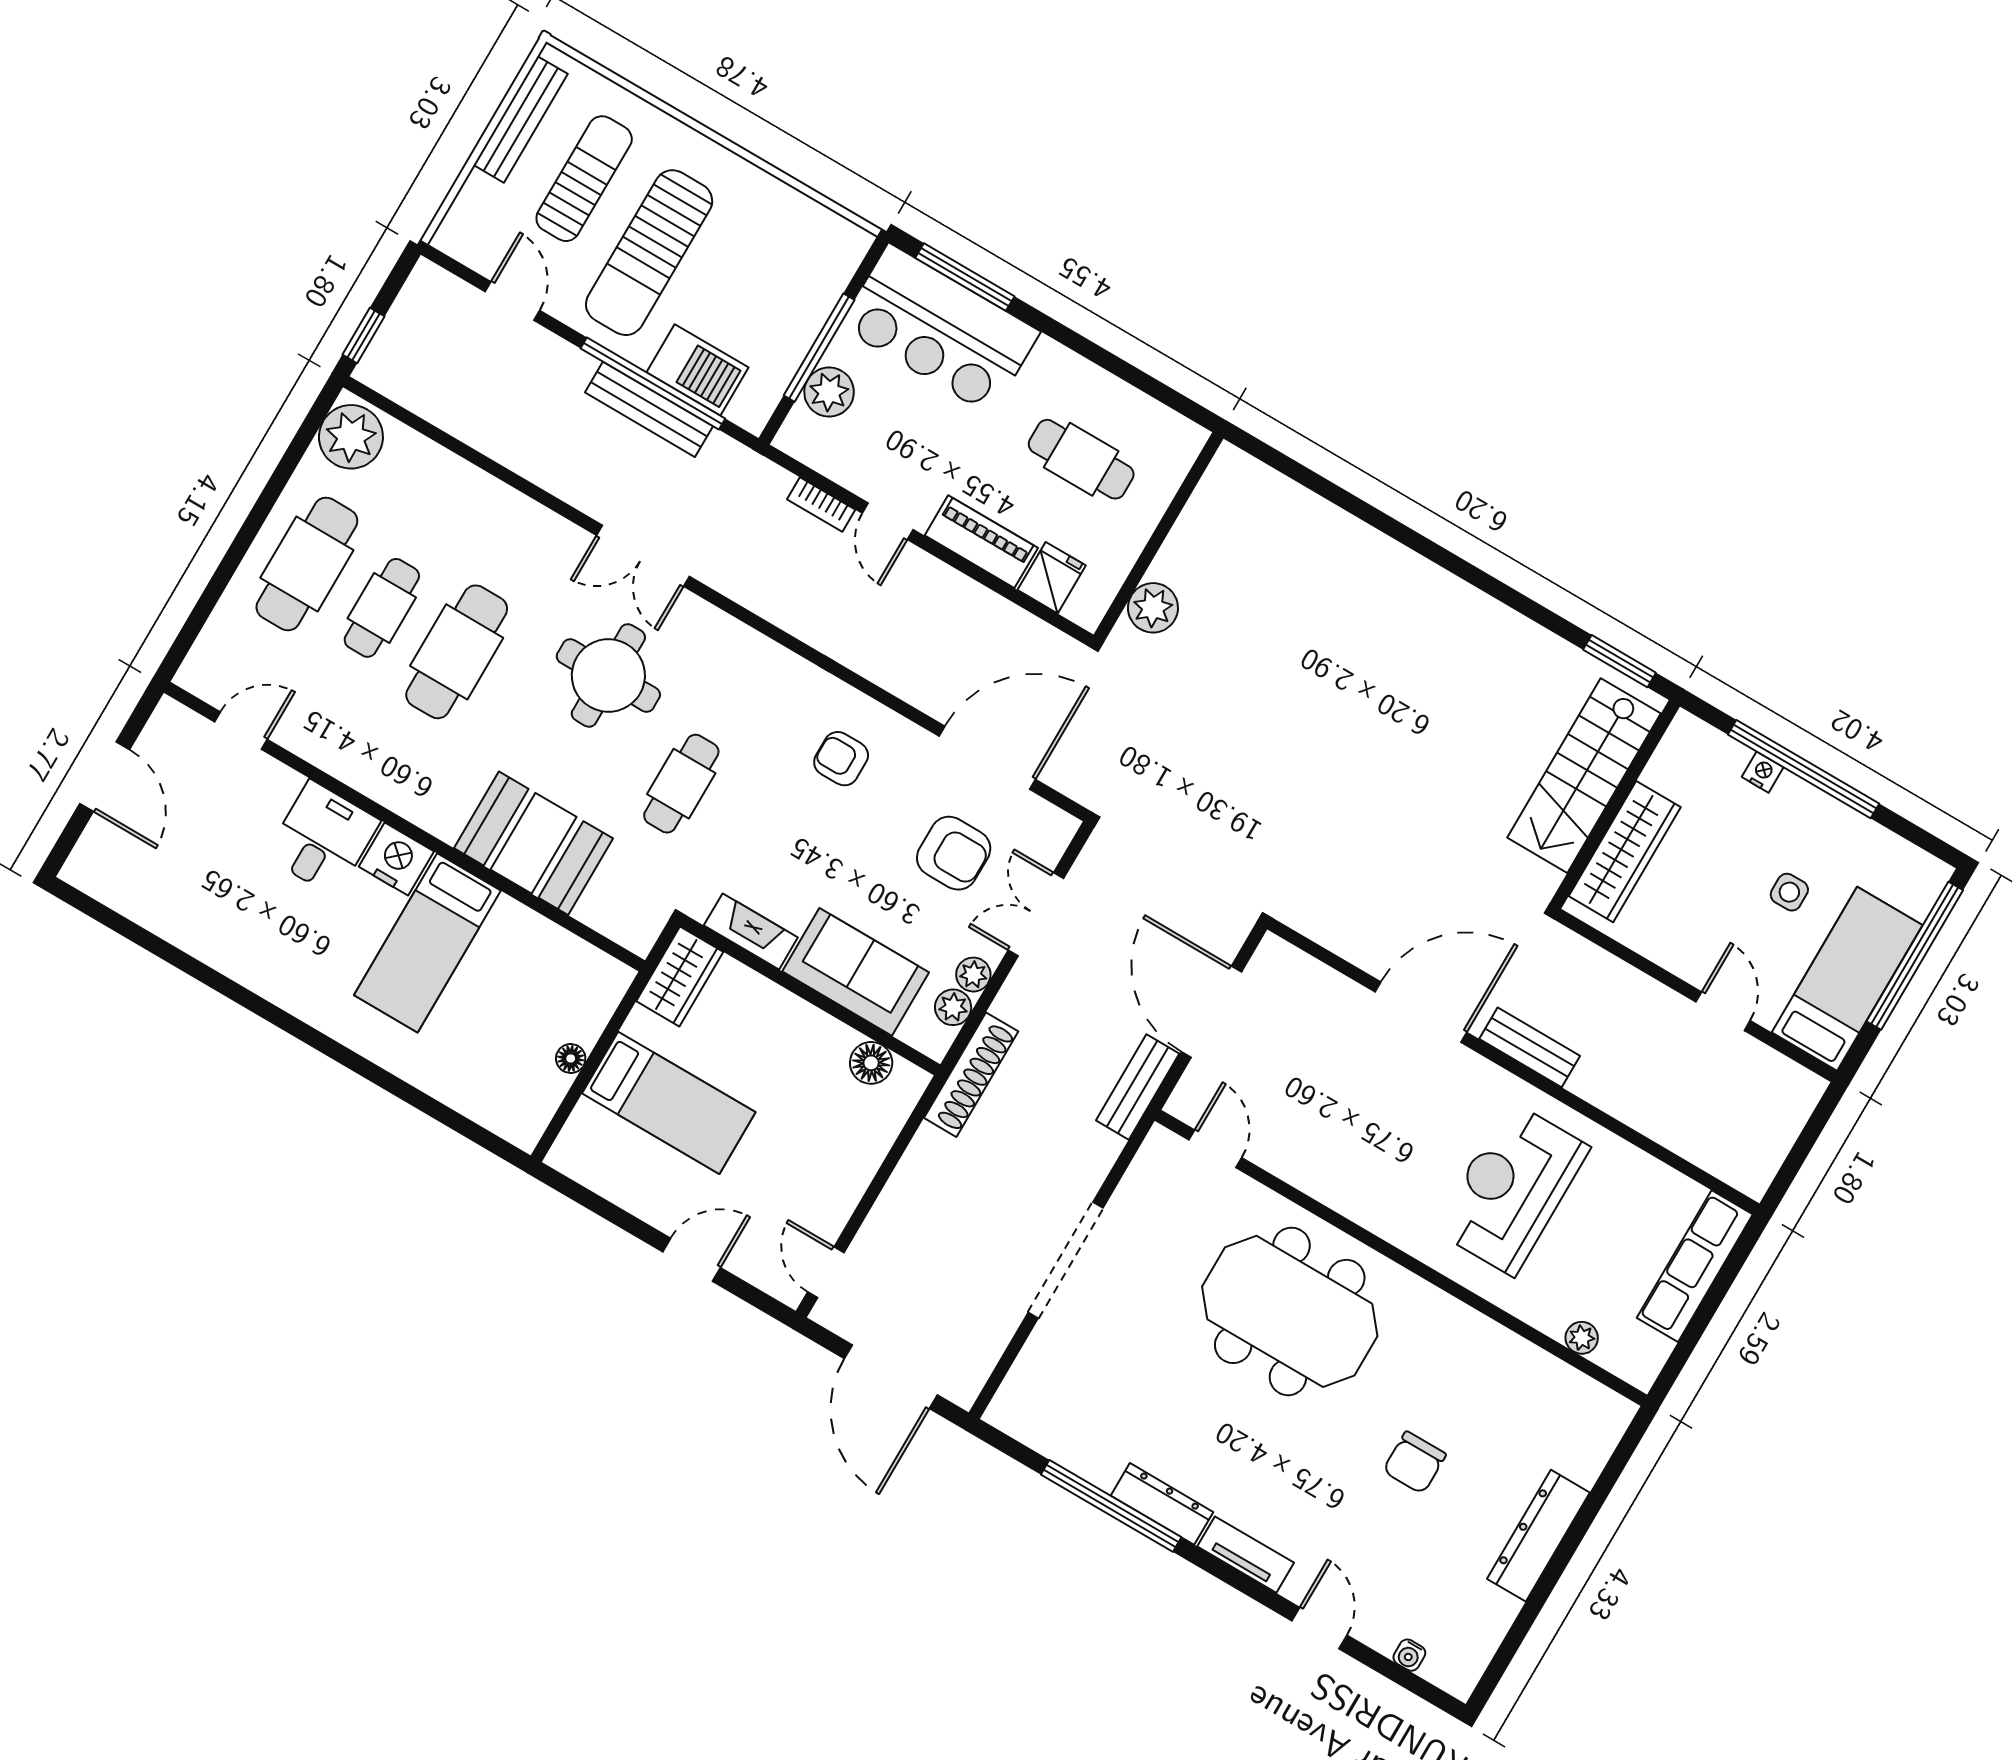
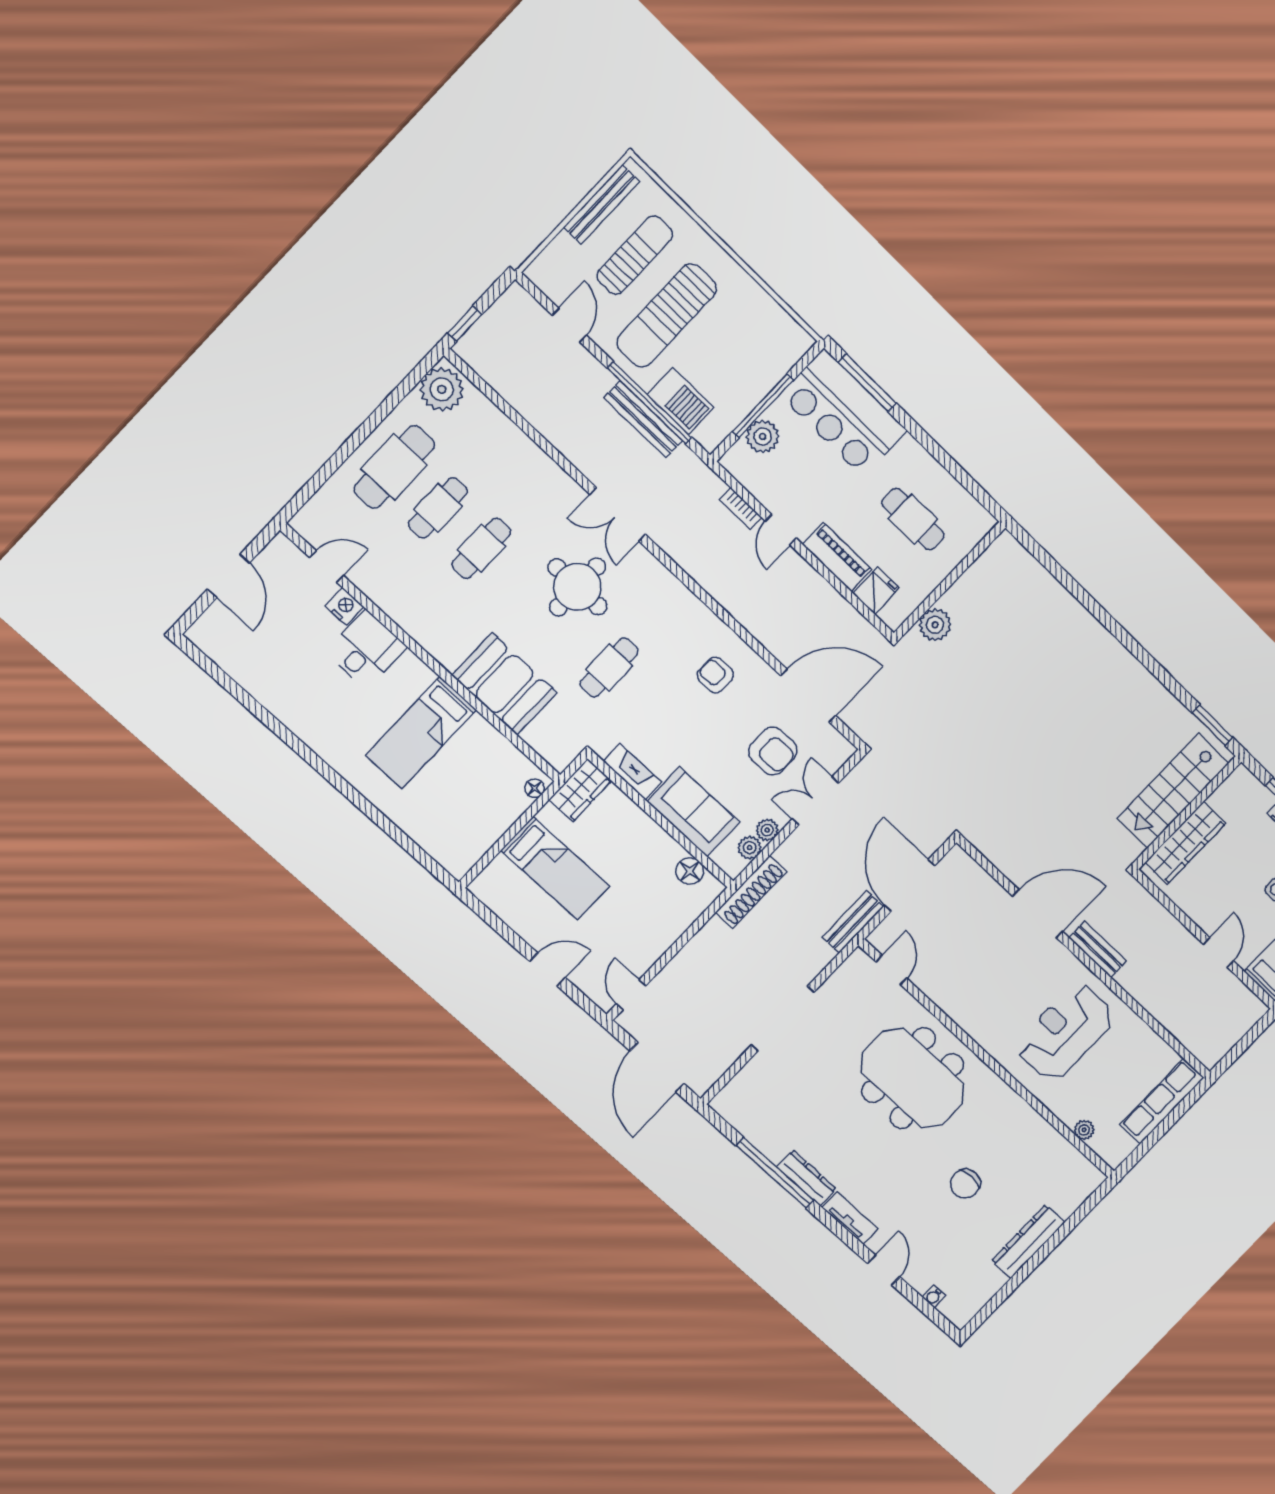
cafe table: (457, 652) -> (481, 548), width x0.73, depth x0.74
nightstand: (396, 859) -> (345, 606), moved, width x0.74, depth x0.75
floor lamp: (571, 1058) -> (535, 788), moved

